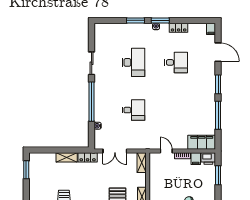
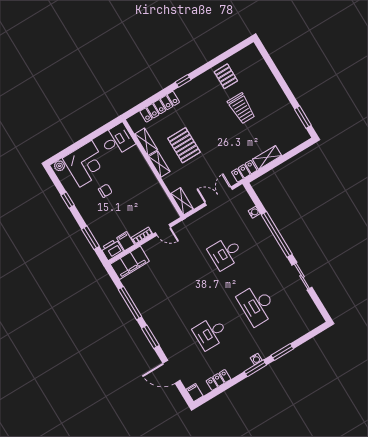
locker: (179, 28) -> (218, 380), moved

